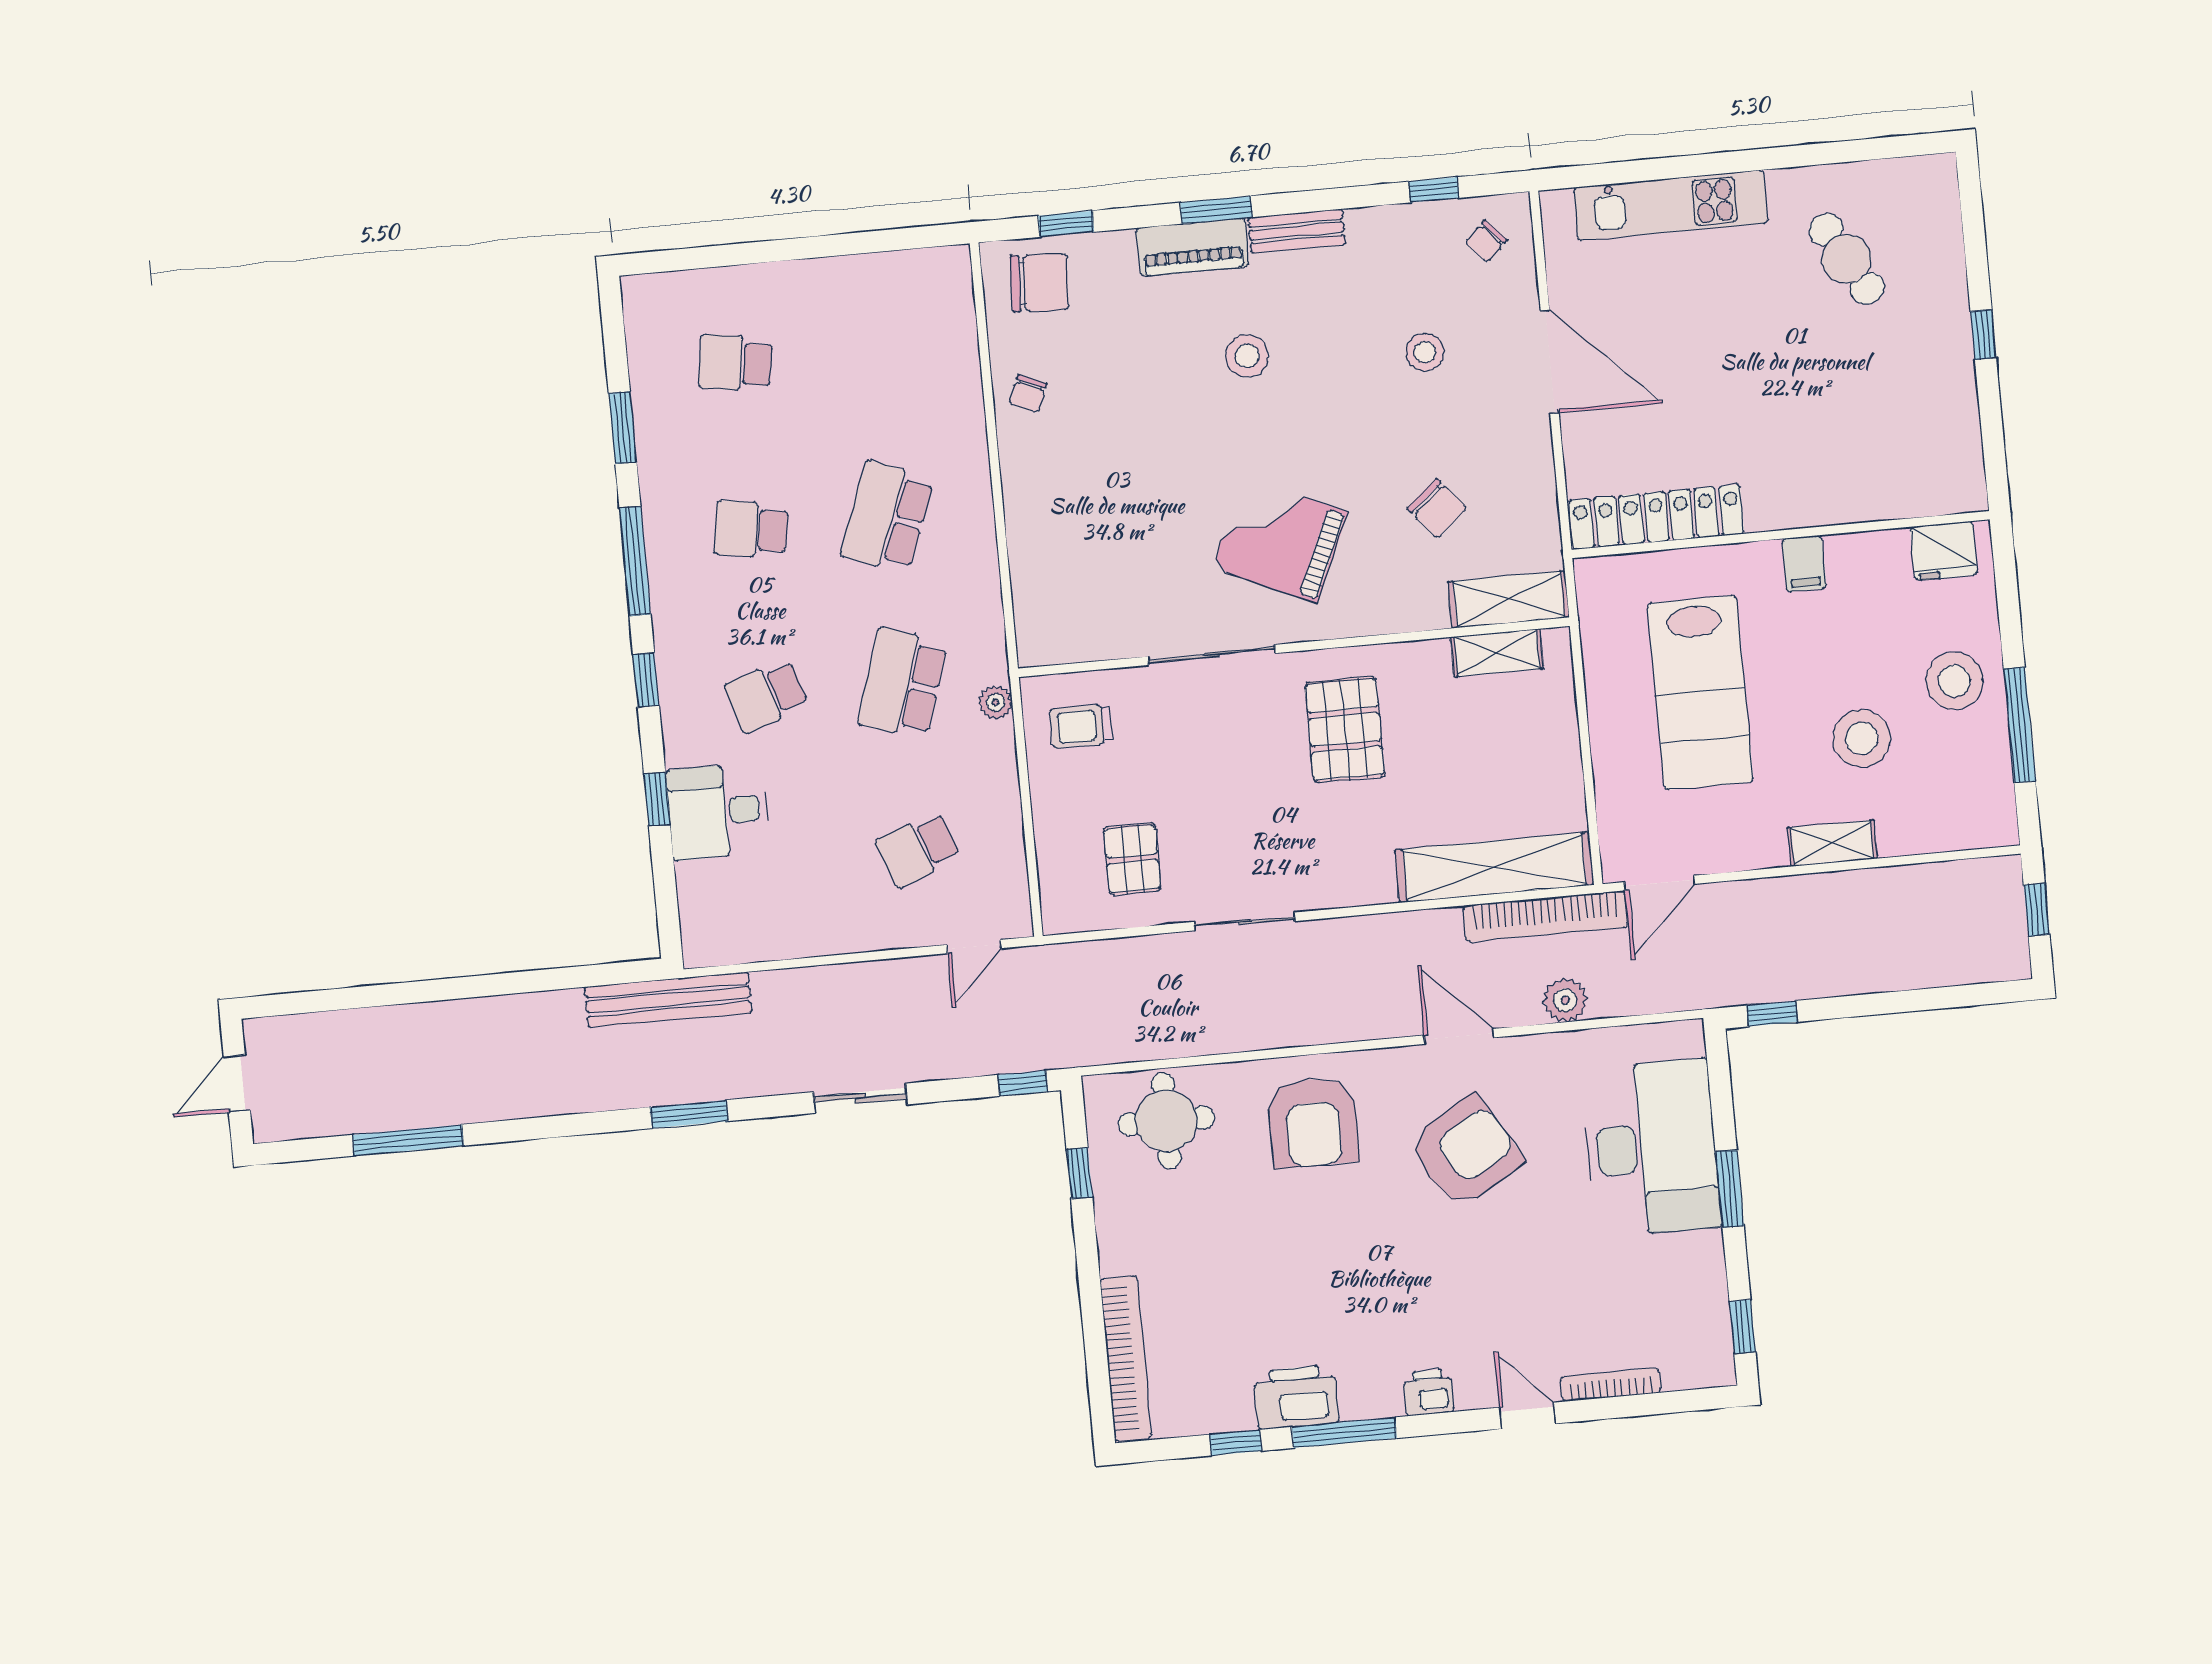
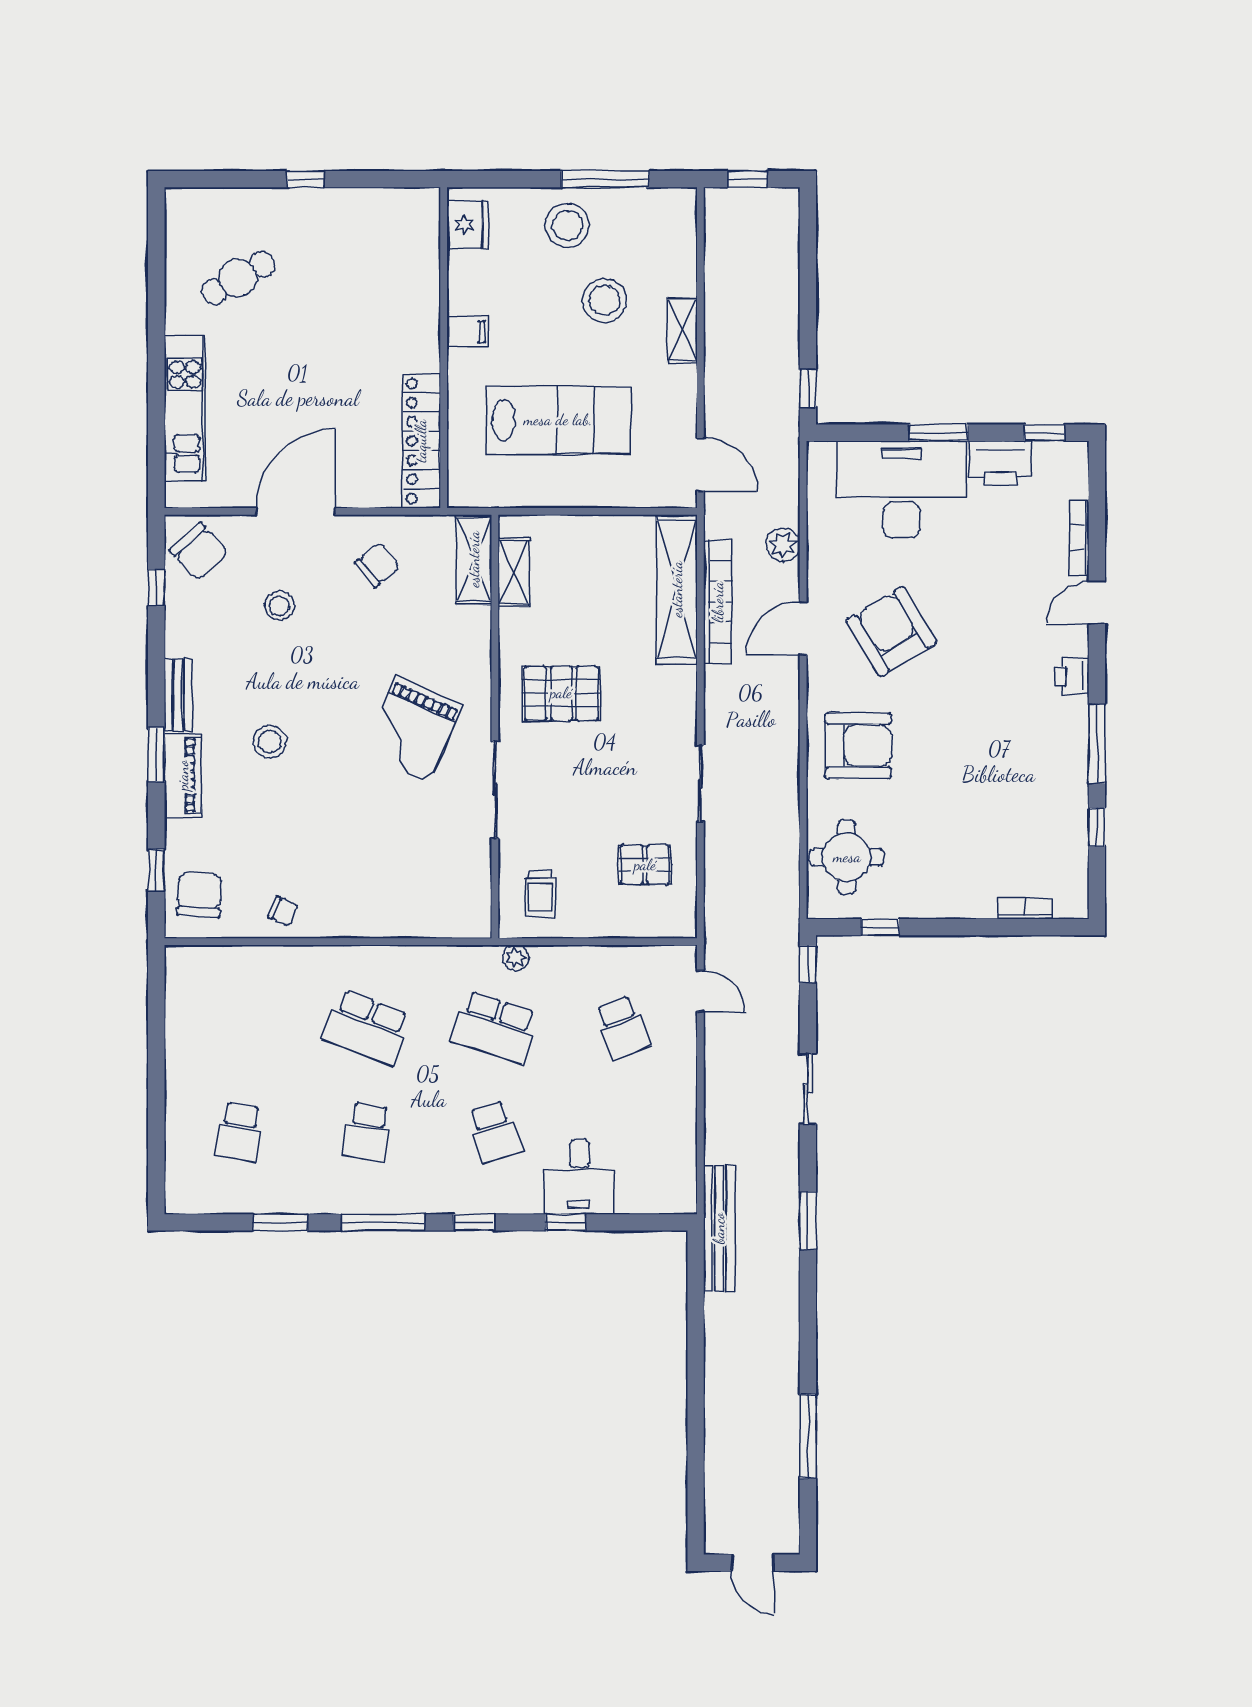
chair: (1486, 241) -> (199, 551), width x1.87, depth x1.87
chair: (1437, 508) -> (377, 565), moved
bookcase: (1546, 916) -> (718, 602), moved
bookcase: (1126, 1358) -> (1025, 908), width x0.43, depth x0.76
printer: (1296, 1397) -> (1001, 463), moved, turned -90

